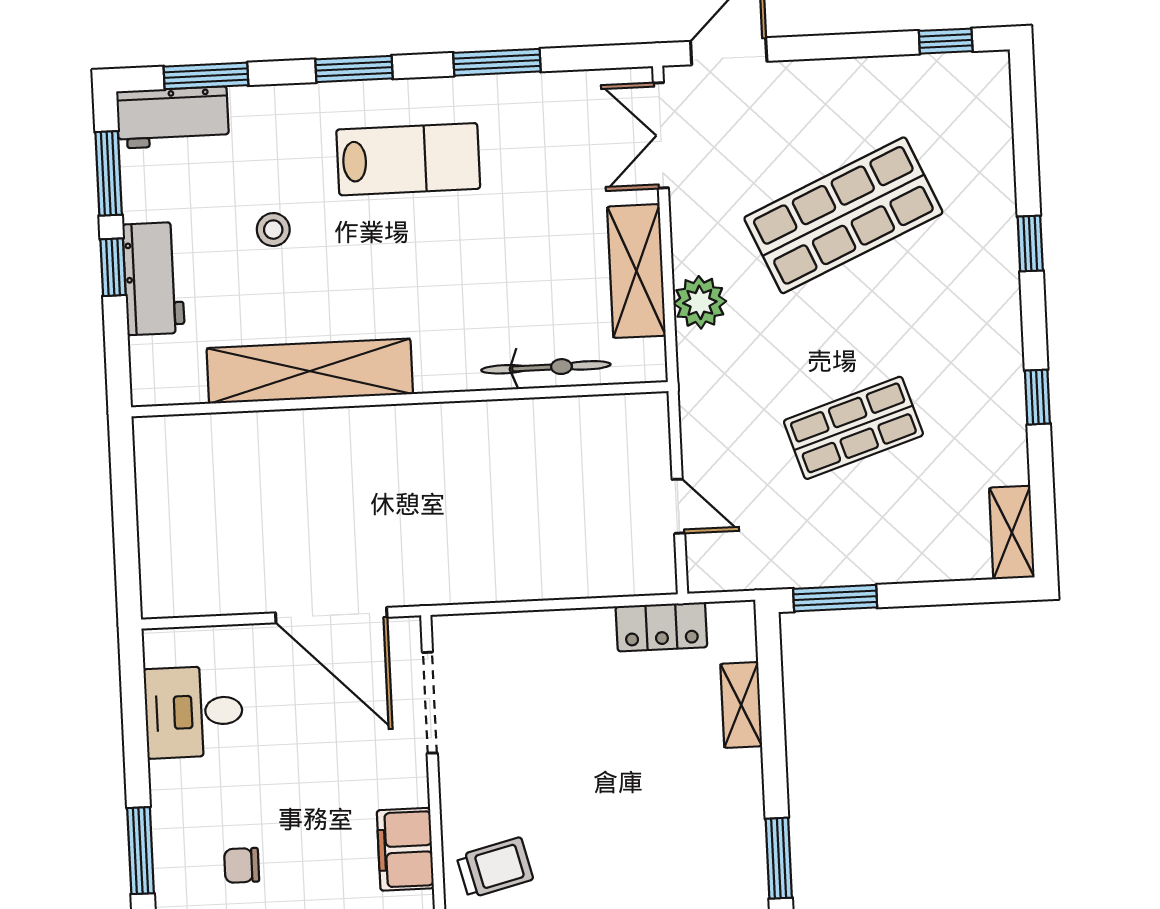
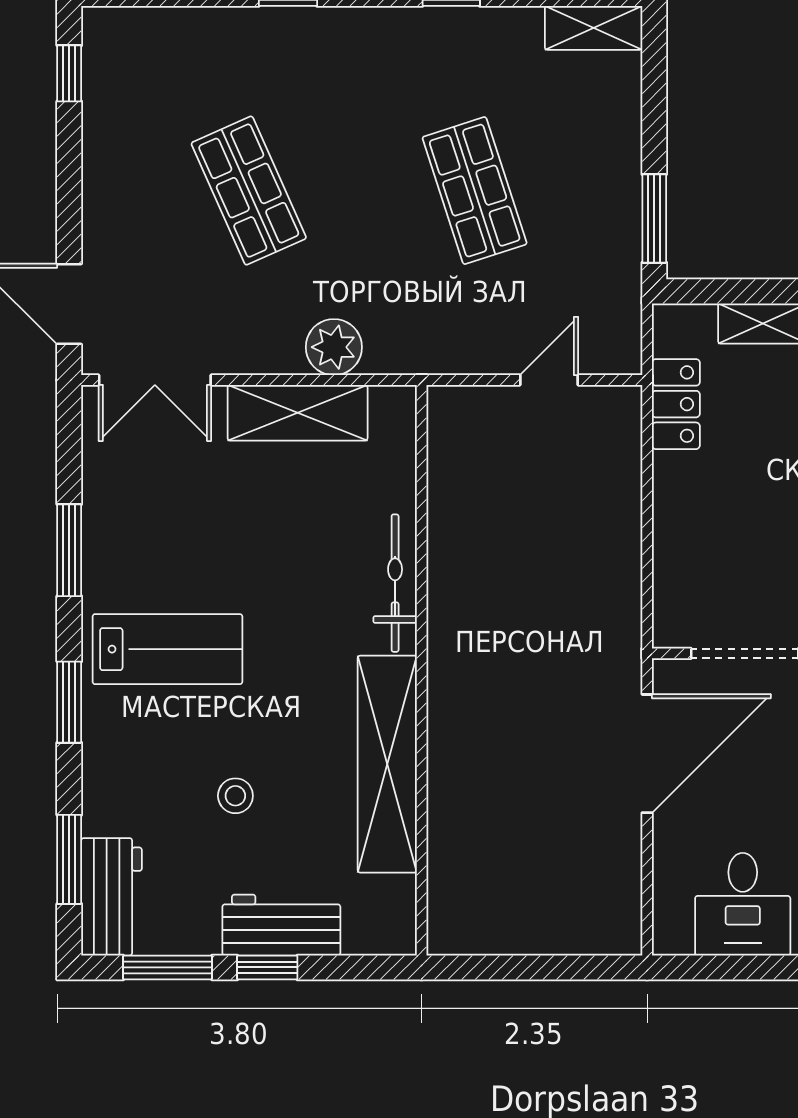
lab bench: (408, 159) -> (167, 649), turned 90
shop shelf: (843, 215) -> (249, 191), width x0.70, depth x0.74
bicycle: (546, 367) -> (395, 583), moved

